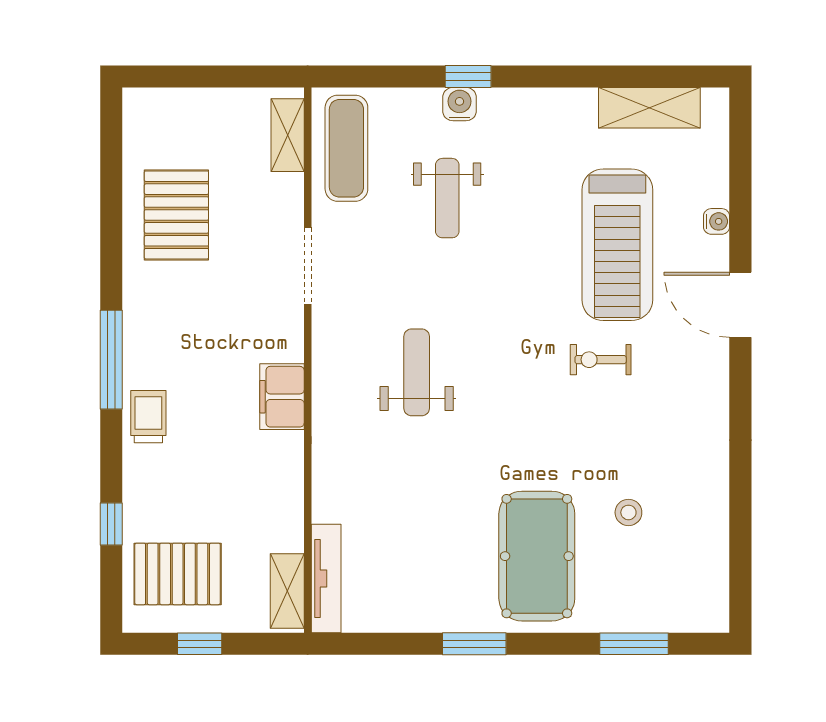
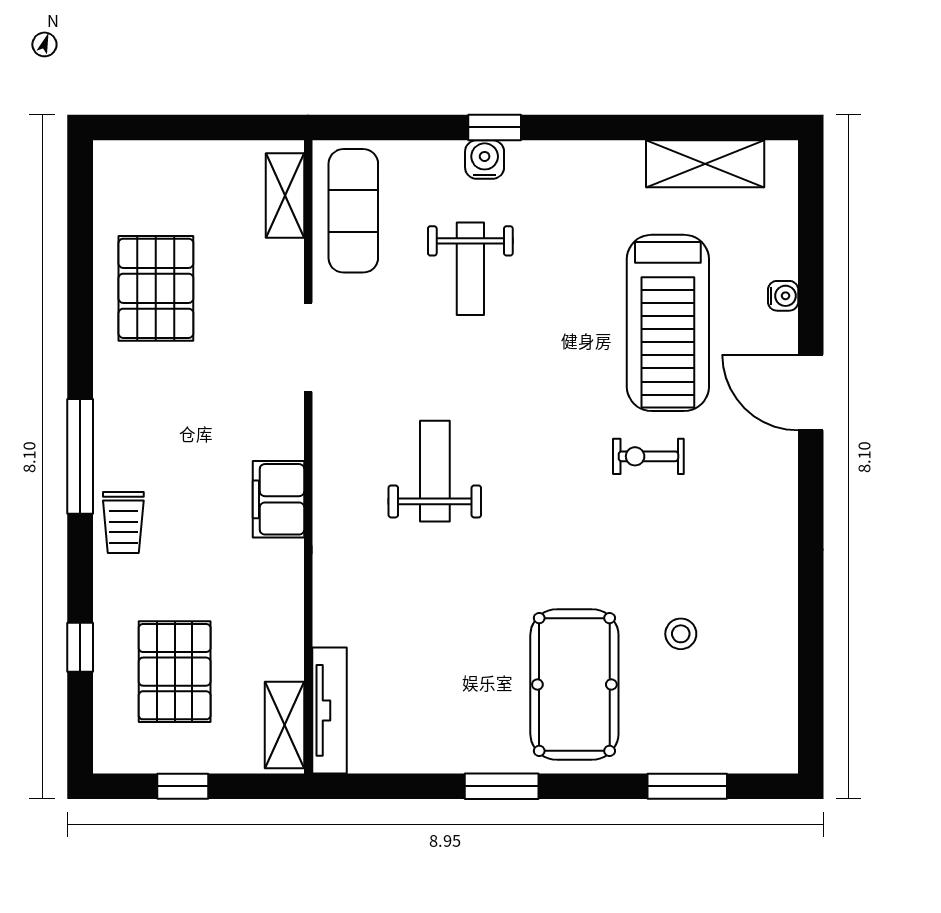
trolley: (148, 417) -> (123, 523), turned 180
pallet: (178, 574) -> (175, 672), moved, turned 90

